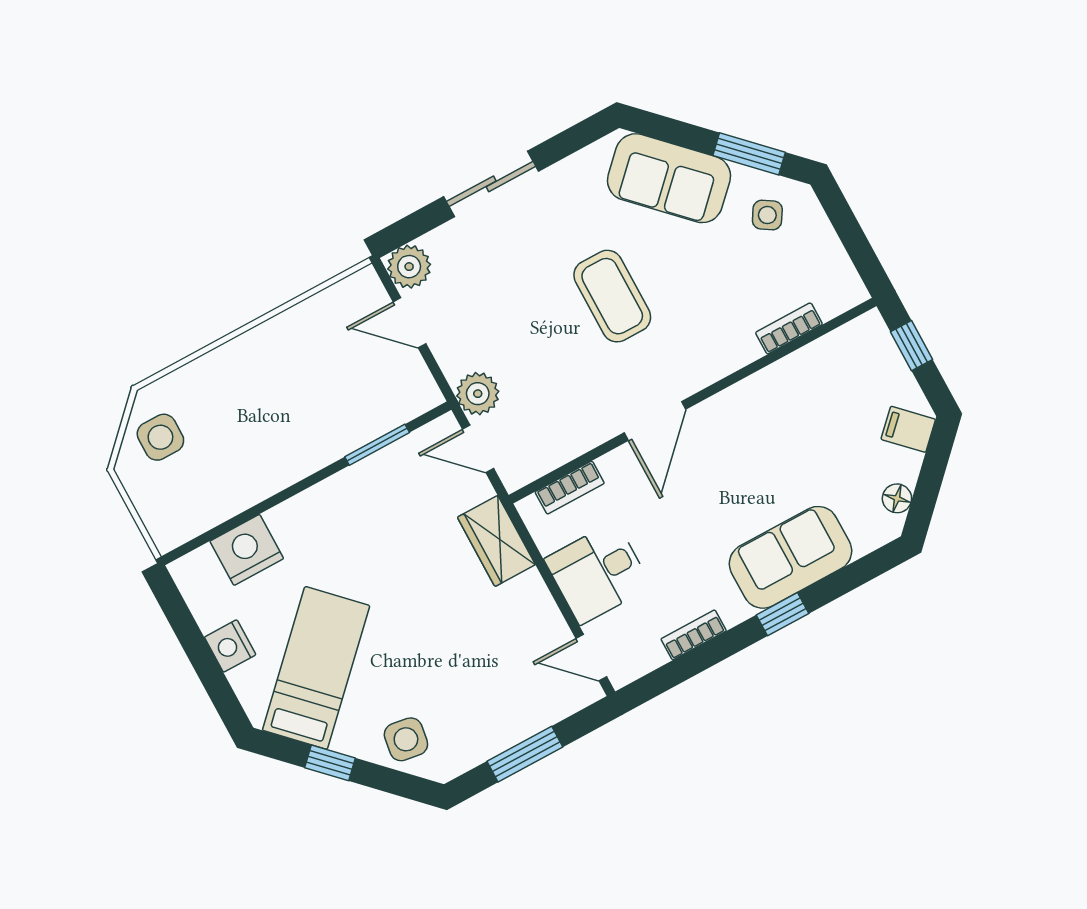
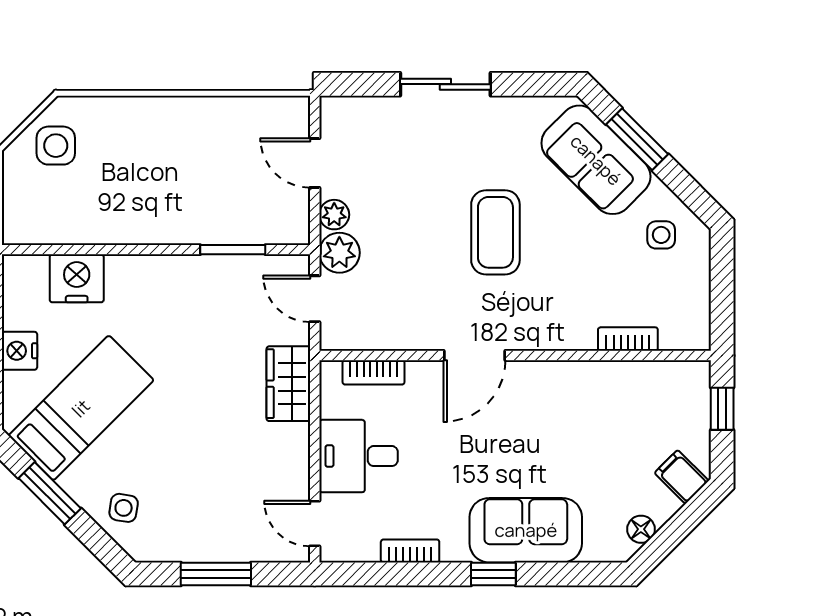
window: (749, 154) -> (637, 139), moved
side table: (767, 215) -> (661, 235), turned -32
plant: (409, 267) -> (334, 215), moved, width x0.73, depth x0.73
side table: (406, 739) -> (124, 508), width x0.73, depth x0.73
window: (330, 763) -> (50, 493), width x1.50

